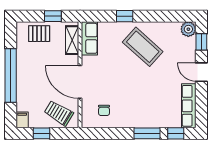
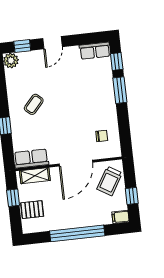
pallet: (39, 34) -> (32, 210), turned 90
coffee table: (143, 47) -> (34, 104), width x0.54, depth x0.58
row of seats: (189, 106) -> (95, 51), width x0.68

